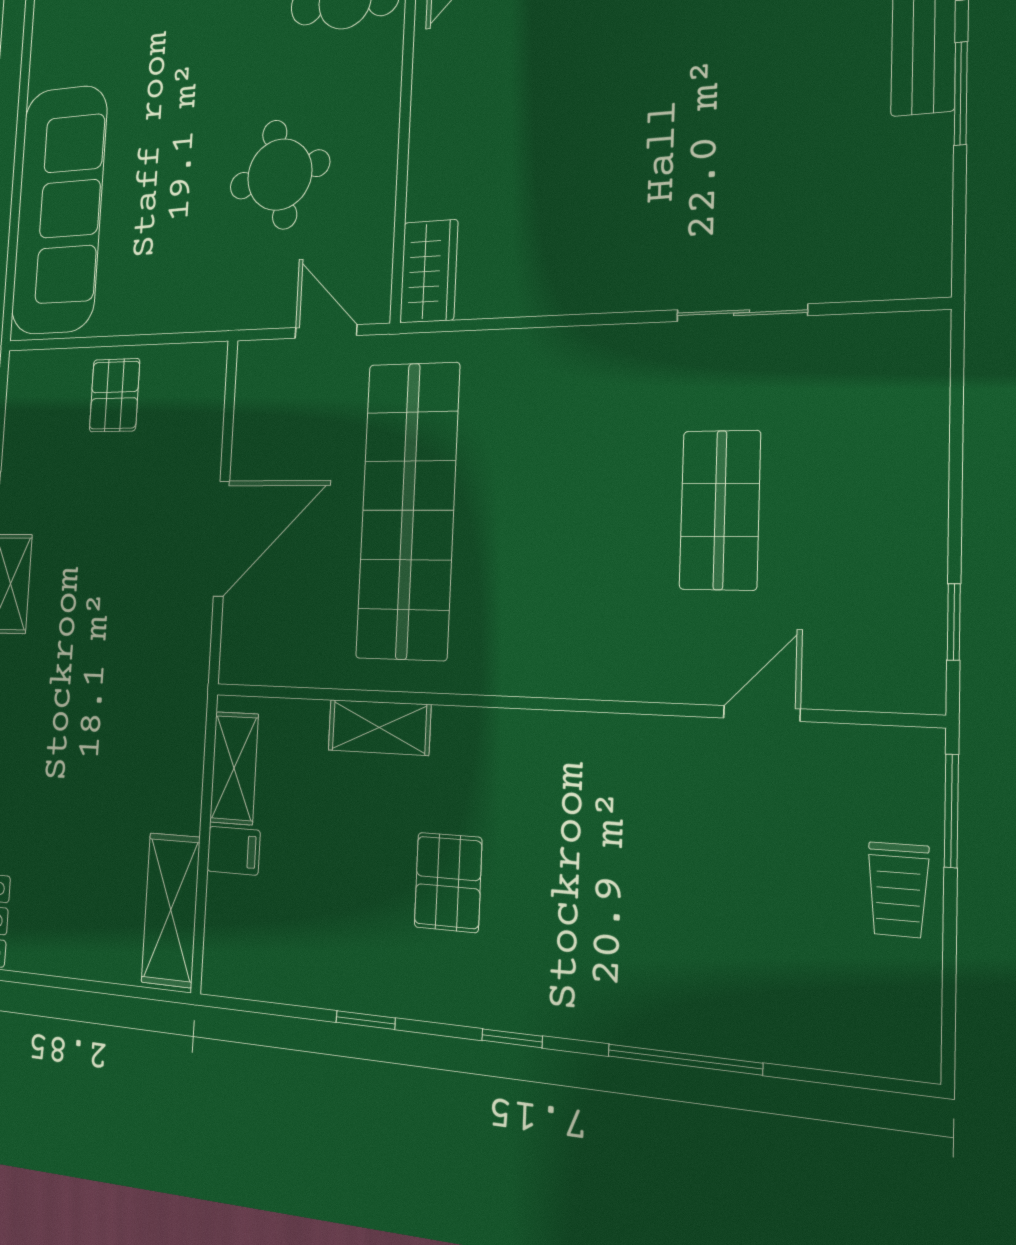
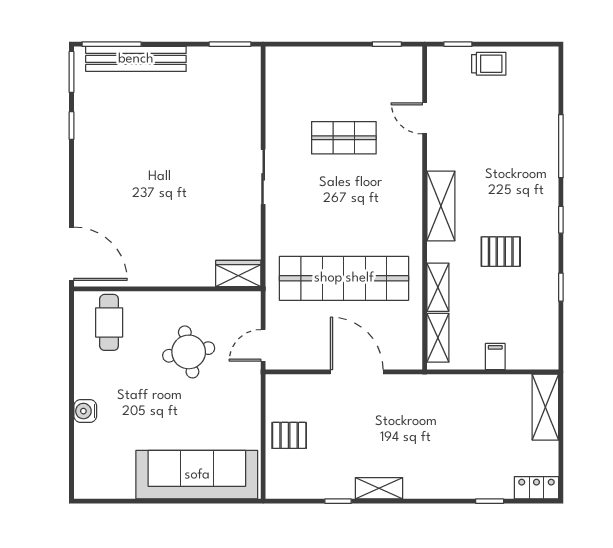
window: (961, 93) -> (230, 44), moved
sliding door: (742, 313) -> (263, 177), moved
door: (326, 331) -> (263, 345), moved
shelving: (554, 744) -> (441, 206), added
shelving: (234, 768) -> (438, 338), moved, turned 90
window: (951, 811) -> (458, 44), width x0.67
shelving: (171, 910) -> (545, 407), moved, turned 90

